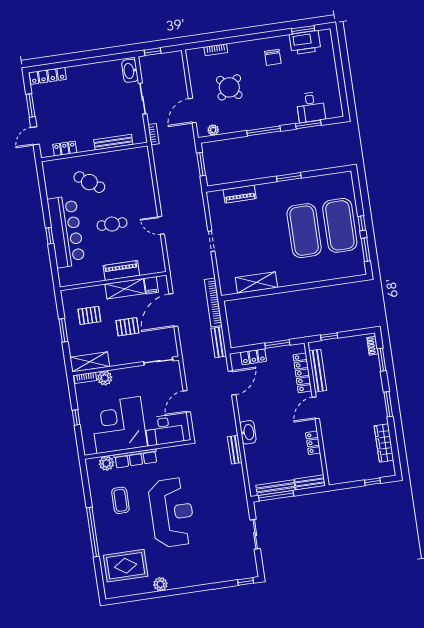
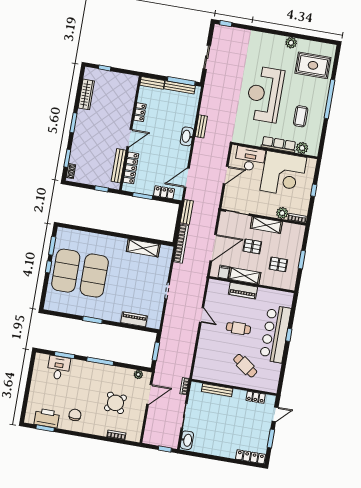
shelving: (90, 362) -> (266, 225), moved

